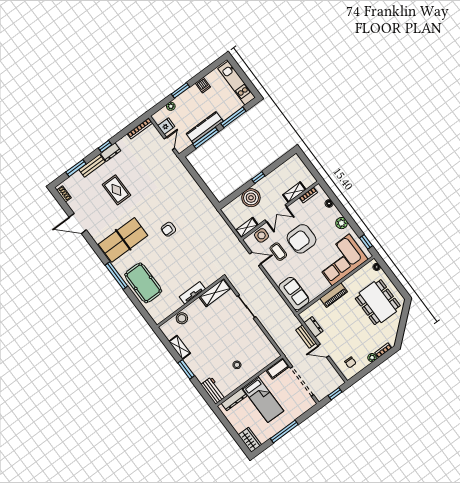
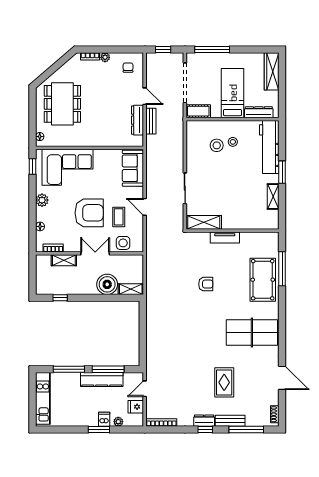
dishwasher: (203, 85) -> (104, 419), moved
window: (76, 168) -> (246, 430), width x1.44
window: (258, 178) -> (60, 298), moved
shelving: (247, 228) -> (131, 289), moved
armchair: (168, 229) -> (206, 284), moved
door: (255, 259) -> (145, 207), moved
window: (116, 276) -> (282, 269), moved
piano: (334, 295) -> (98, 140), removed
stool: (182, 318) -> (217, 145), moved
dresser: (314, 327) -> (138, 120), width x1.44
workbench: (213, 391) -> (269, 147), width x1.88, depth x1.32
window: (284, 431) -> (212, 49), moved
wardrobe: (250, 440) -> (272, 71), width x1.50

